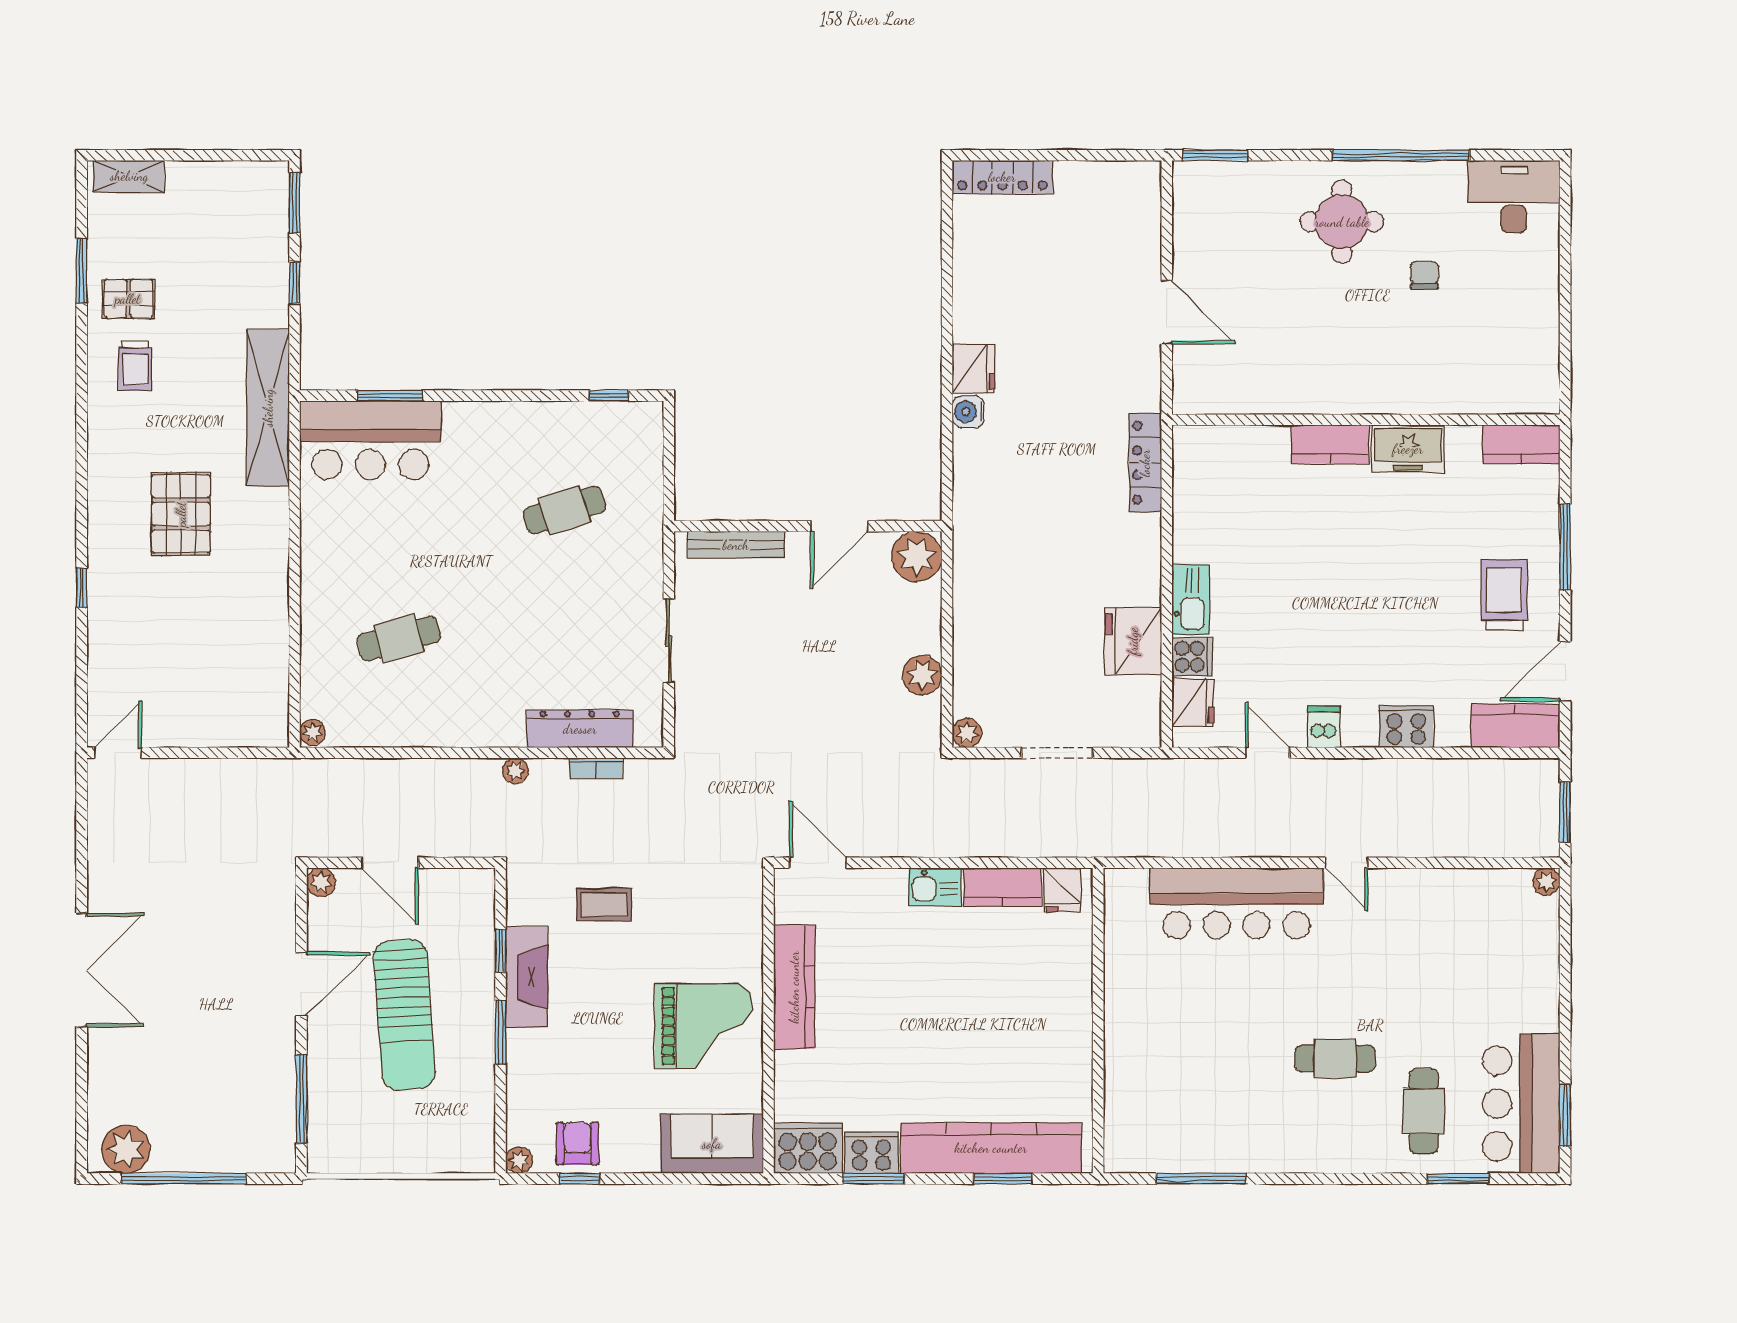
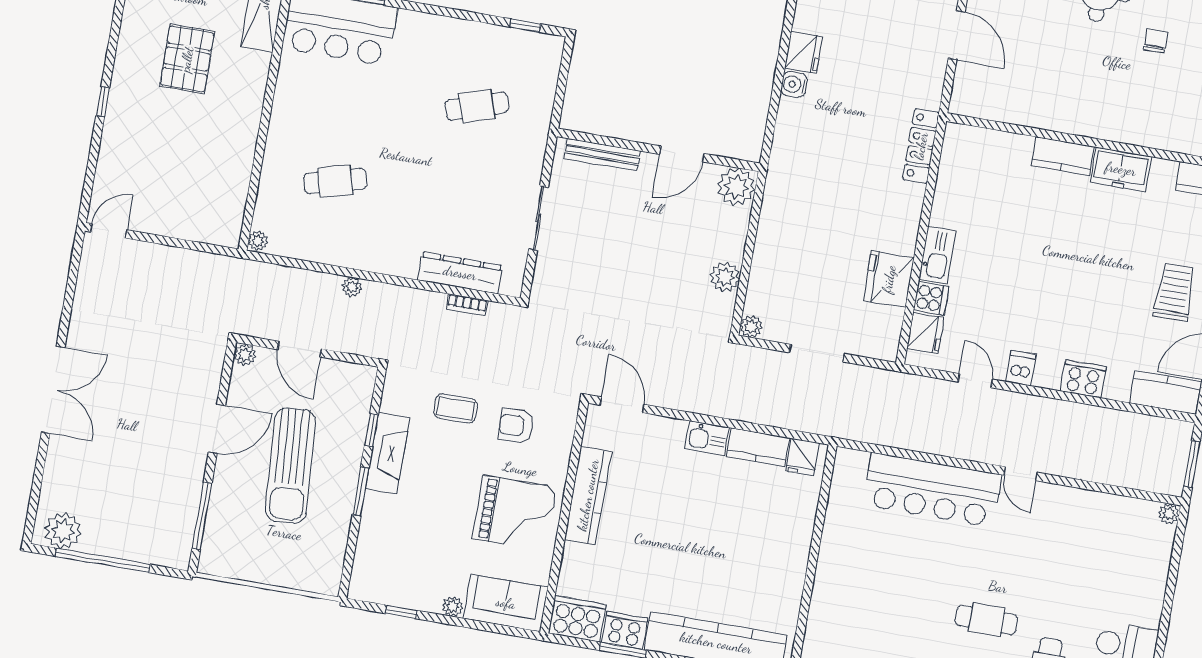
plant: (515, 771) -> (352, 287), moved
armchair: (578, 1143) -> (516, 426), moved, turned -92
plant: (519, 1160) -> (453, 606), moved

